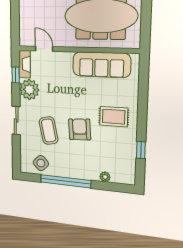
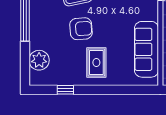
plant: (105, 177) -> (39, 60), width x1.88, depth x1.88

